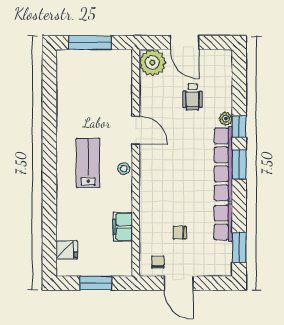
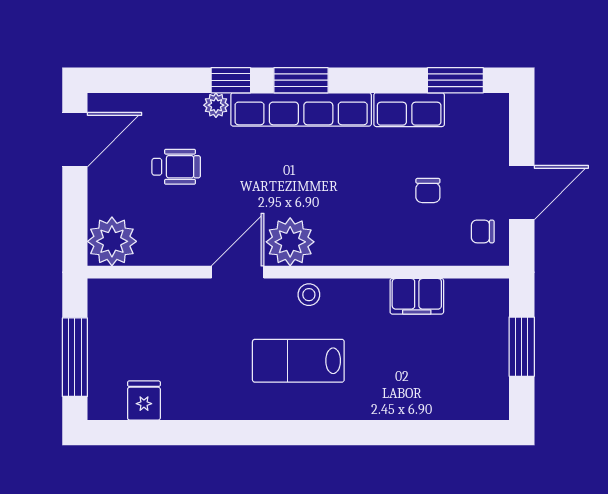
door: (185, 43) -> (75, 140), moved
plant: (152, 158) -> (290, 242), added
fridge: (67, 250) -> (144, 401), moved

